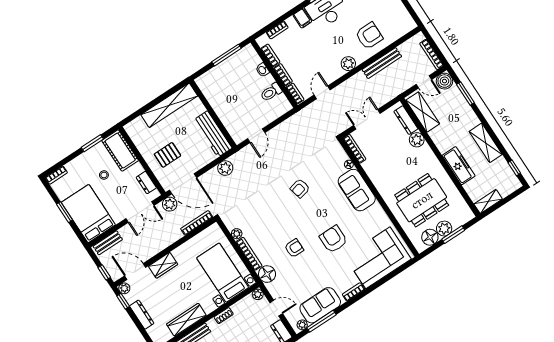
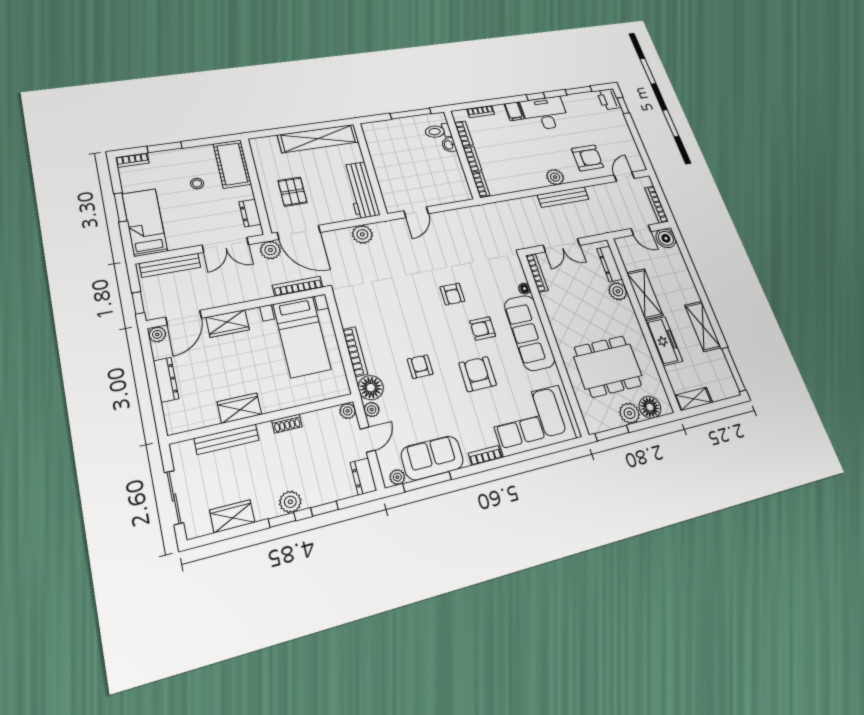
bench: (382, 63) -> (563, 197), moved
toilet: (271, 92) -> (438, 131), moved
door: (322, 92) -> (624, 177), moved
window: (465, 94) -> (688, 261), removed
shelving: (423, 112) -> (645, 294), moved
double door: (367, 119) -> (561, 245), swing flipped
window: (92, 143) -> (165, 147), moved
pallet: (167, 155) -> (292, 192), turned 90
window: (514, 168) -> (734, 369), width x2.17
armchair: (300, 188) -> (452, 294), turned -77
sofa: (357, 190) -> (529, 333), width x1.36
armchair: (328, 206) -> (483, 329), added
bed: (88, 214) -> (145, 222), width x0.67
plant: (237, 234) -> (372, 409), moved
window: (453, 235) -> (612, 433), moved
floor lamp: (430, 237) -> (650, 407), moved
bench: (108, 243) -> (170, 265), width x1.36
armchair: (294, 248) -> (420, 367), turned -90
door: (135, 272) -> (184, 318), swing flipped
bed with nightstands: (223, 273) -> (302, 337), moved, turned 180
window: (123, 301) -> (147, 351), removed
door: (276, 308) -> (368, 440), hinge flipped
wardrobe: (186, 320) -> (239, 408), width x0.67

